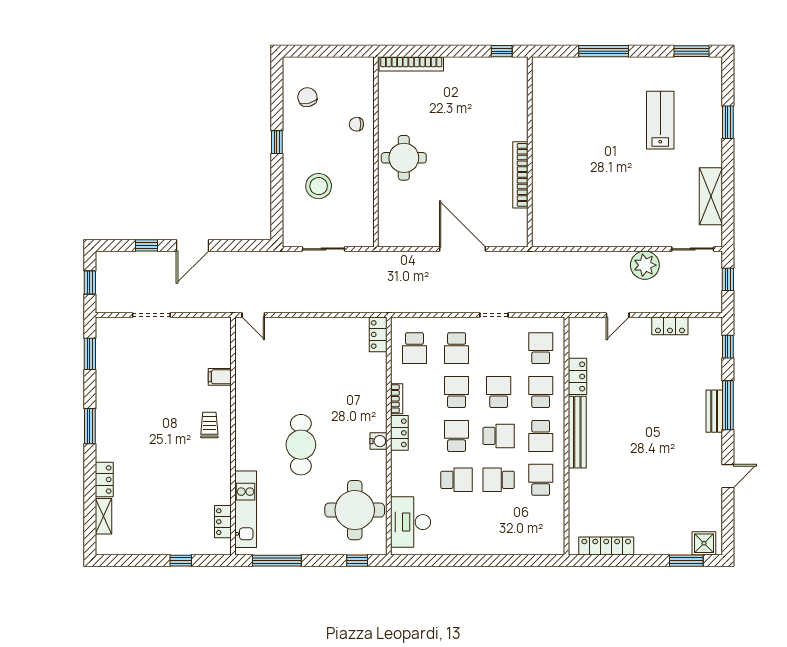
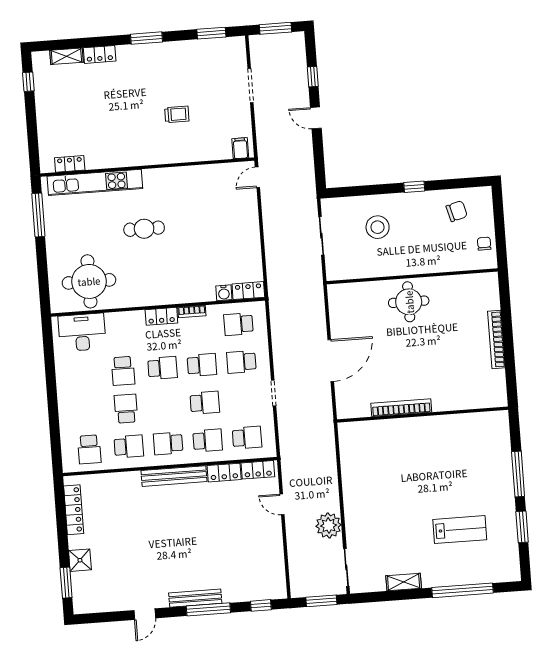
window: (502, 51) -> (511, 382), removed
window: (692, 51) -> (522, 527), moved
bookcase: (411, 64) -> (496, 339), moved
window: (728, 122) -> (463, 590), width x2.11
chair: (356, 124) -> (484, 244), moved
shelving: (711, 196) -> (404, 582), width x0.67, depth x0.75
door: (192, 245) -> (316, 118), width x0.73
window: (728, 279) -> (321, 601), width x1.50
window: (90, 283) -> (275, 28), width x1.50
locker: (670, 326) -> (258, 470), moved, turned -90
filing cabinet: (220, 377) -> (240, 148), moved
bench: (714, 411) -> (195, 598), width x1.36
trolley: (209, 425) -> (177, 114), moved
school desk: (499, 436) -> (89, 449), moved
water cooler: (379, 441) -> (224, 293), moved
cafe table: (301, 445) -> (144, 229), width x0.73, depth x0.74
door: (728, 476) -> (145, 614), hinge flipped
kitchen unit: (246, 509) -> (95, 182), width x1.36
shower: (704, 543) -> (80, 560), moved
window: (181, 561) -> (28, 82), moved
window: (357, 561) -> (44, 287), removed

